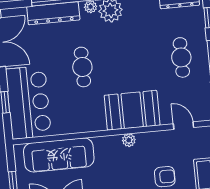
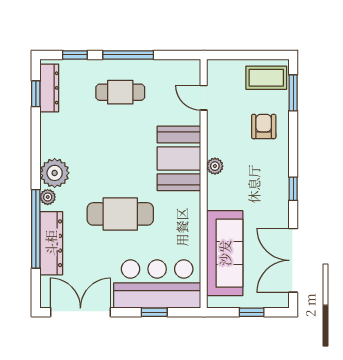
cafe table: (82, 67) -> (120, 214), width x1.37, depth x1.35
door: (183, 126) -> (204, 98), hinge flipped

